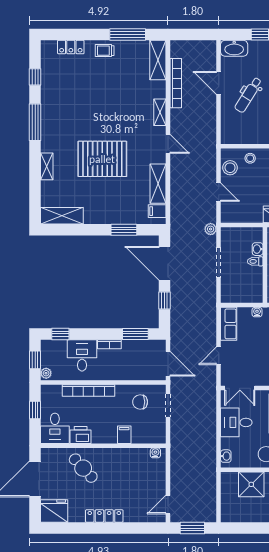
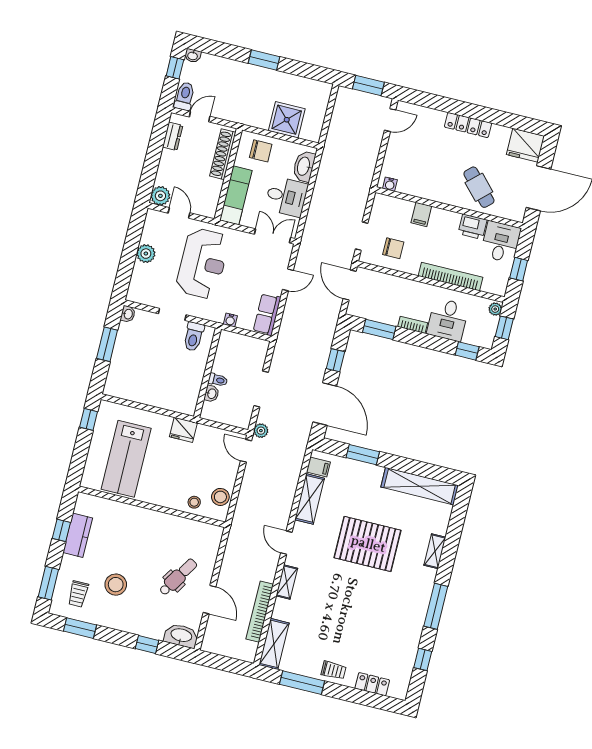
door: (219, 192) -> (246, 451), moved
shelving: (62, 216) -> (420, 486), width x1.47
washbasin: (226, 456) -> (304, 166), width x1.91, depth x1.45

